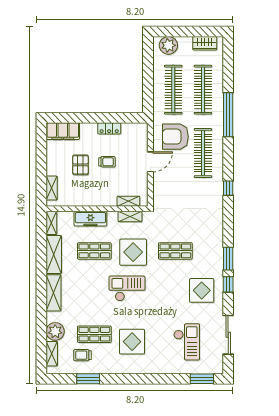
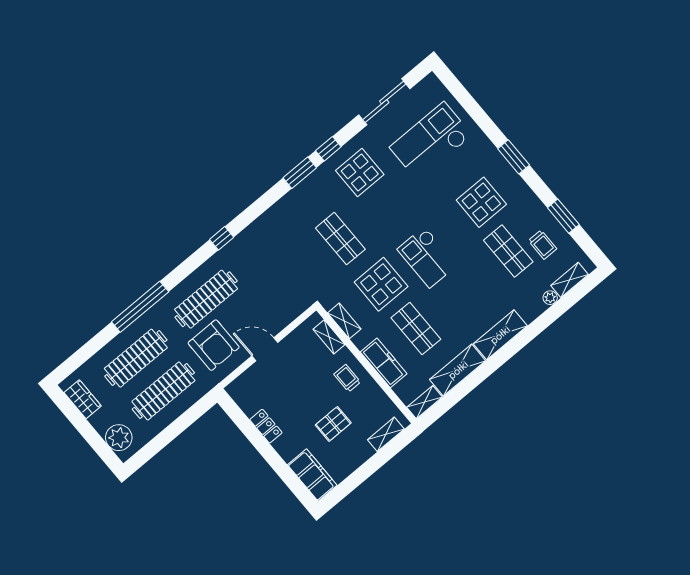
trolley: (107, 162) -> (347, 378), moved
plant: (55, 331) -> (550, 298), width x0.53, depth x0.53
checkout: (187, 342) -> (431, 141), width x1.36, depth x1.21
window: (202, 379) -> (514, 157), moved

